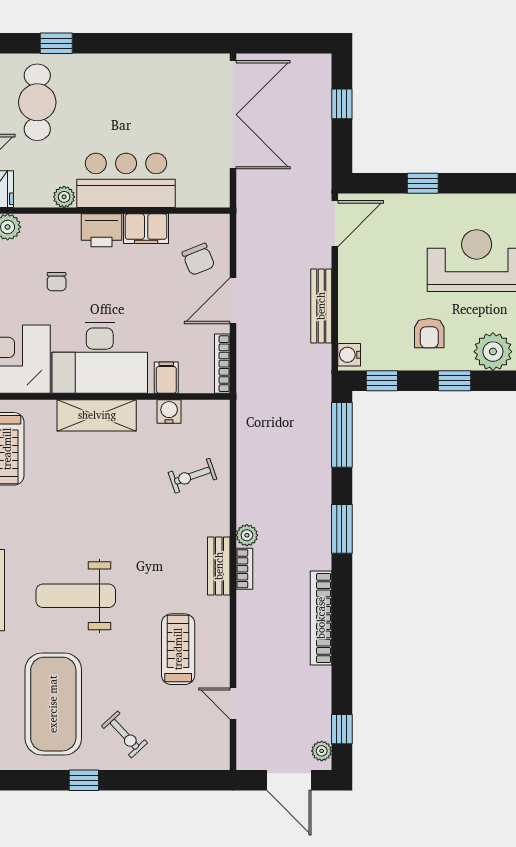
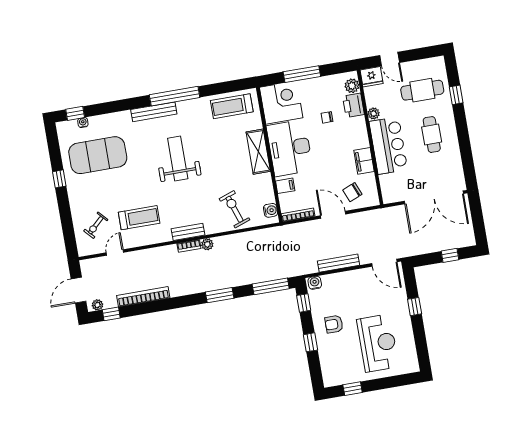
cafe table: (120, 99) -> (432, 135), added
printer: (101, 230) -> (353, 105), moved
plant: (493, 352) -> (330, 360), removed
water cooler: (169, 411) -> (271, 210), moved
exercise bike: (193, 476) -> (235, 209), width x1.38, depth x1.39
weight bench: (76, 596) -> (178, 159), moved
bookcase: (321, 618) -> (143, 297), moved
exercise bike: (125, 734) -> (96, 225), moved

